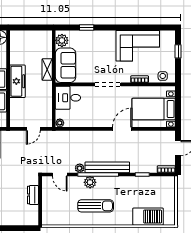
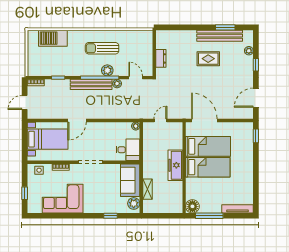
shelving: (47, 70) -> (148, 189), moved

